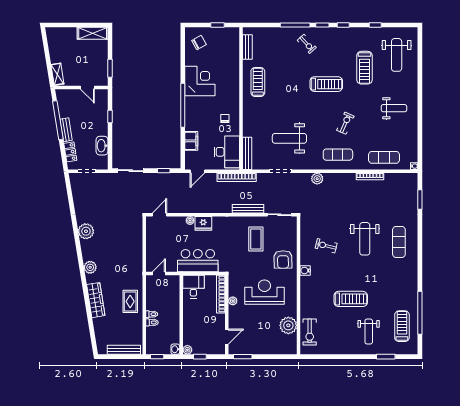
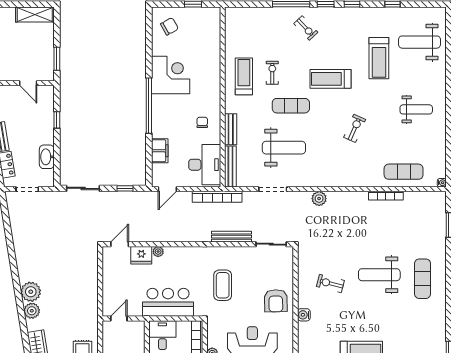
bench: (247, 47) -> (231, 129), moved
weight bench: (397, 55) -> (420, 42), turned 90
exercise bike: (280, 79) -> (272, 73), added
treadmill: (326, 84) -> (330, 79), turned 180
weight bench: (289, 138) -> (284, 148), turned 180
exercise mat: (338, 155) -> (291, 106), moved
fridge: (203, 223) -> (141, 255), moved
plant: (86, 231) -> (31, 292), moved
coffee table: (256, 239) -> (223, 285), moved
weight bench: (365, 239) -> (379, 275), turned 90

